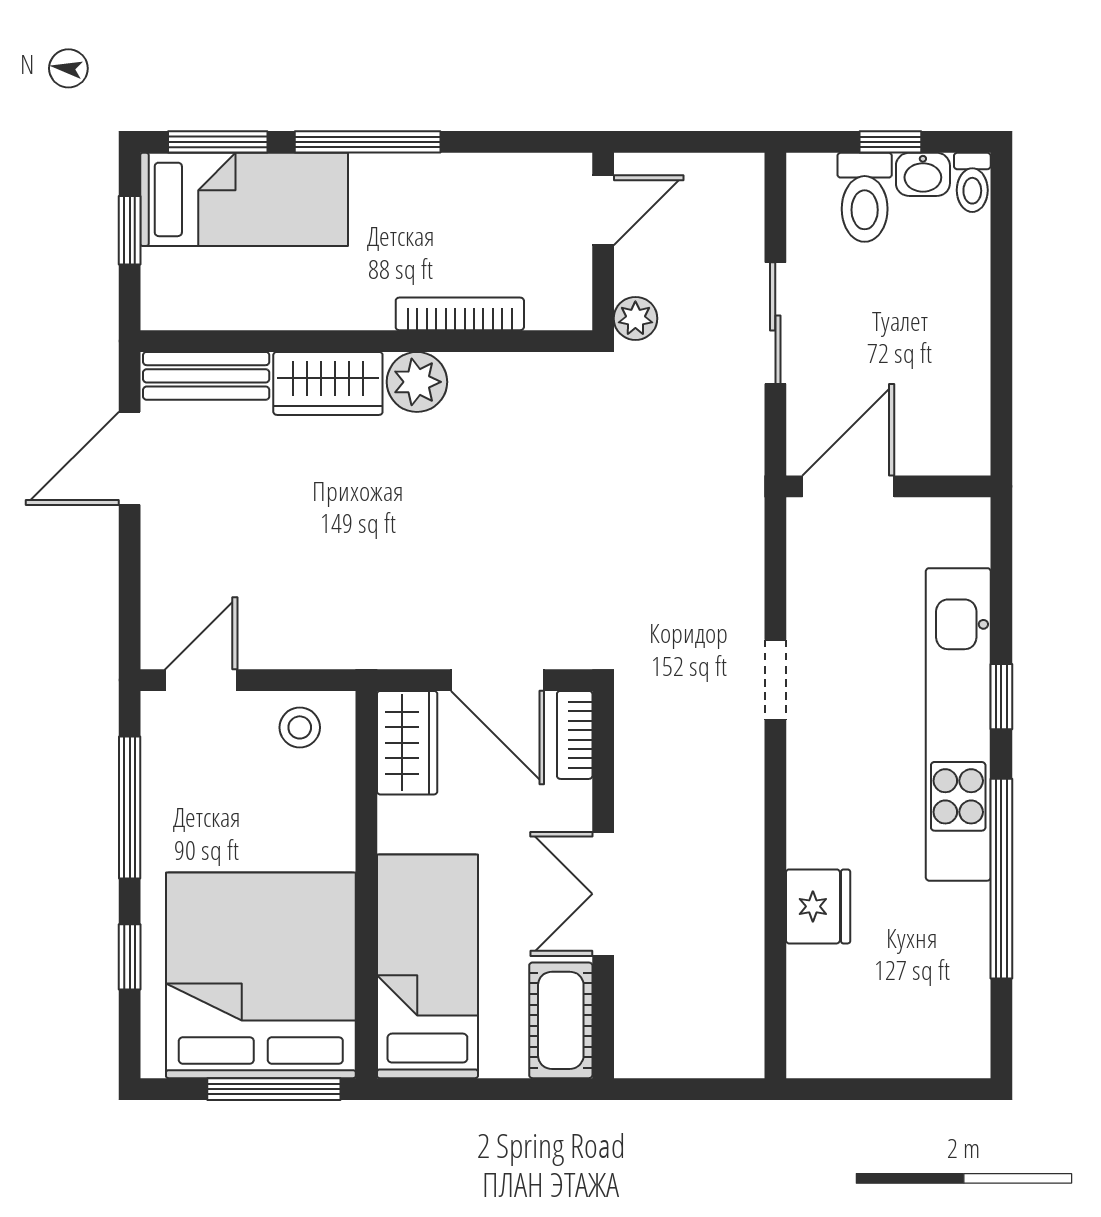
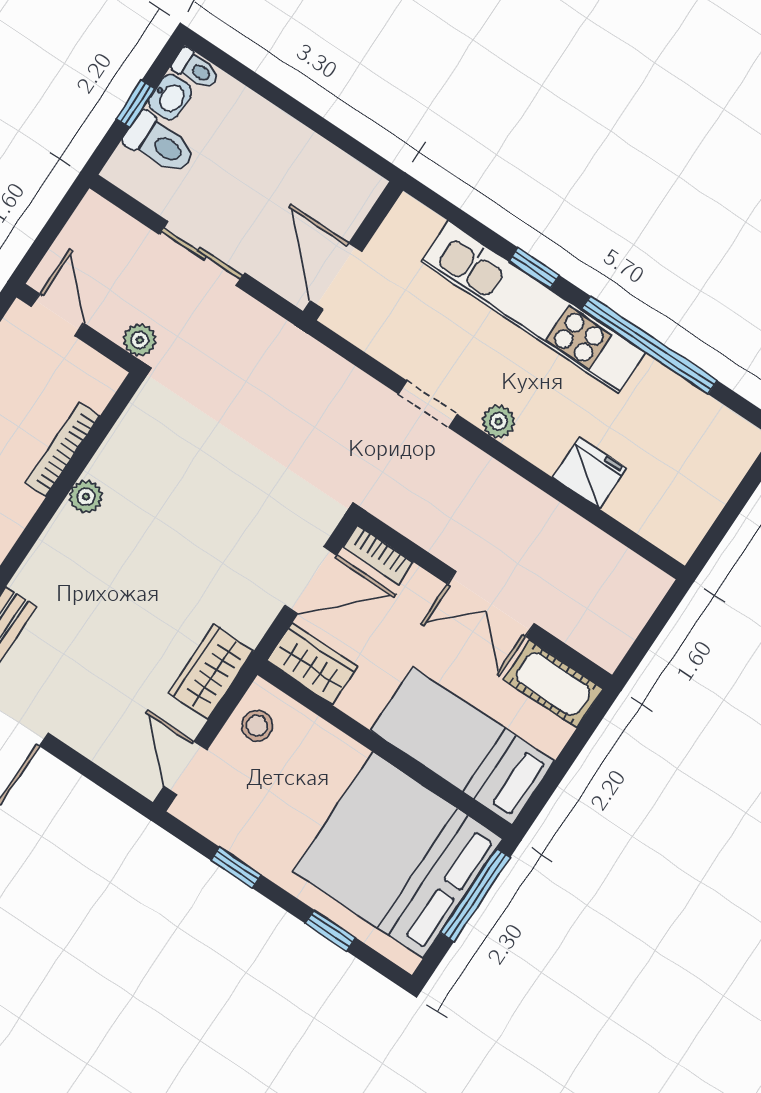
plant: (417, 382) -> (86, 497), width x0.73, depth x0.73
wardrobe: (328, 383) -> (211, 672), moved, turned 180
plant: (808, 770) -> (499, 422), added
window: (130, 807) -> (236, 867), width x0.46

